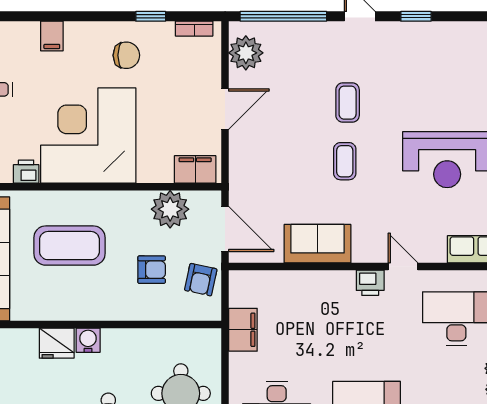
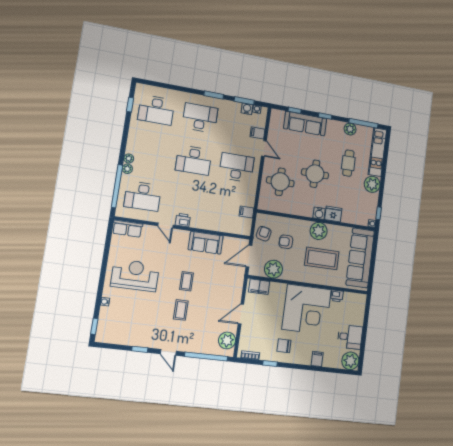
door: (225, 229) -> (249, 256), hinge flipped
plant: (84, 303) -> (319, 231), added
filing cabinet: (243, 330) -> (247, 212), width x0.50

